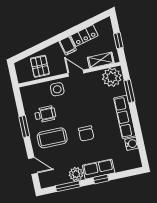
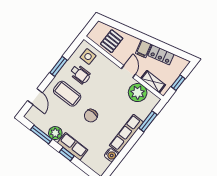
plant: (112, 77) -> (138, 93), moved
side table: (57, 89) -> (88, 57), moved

